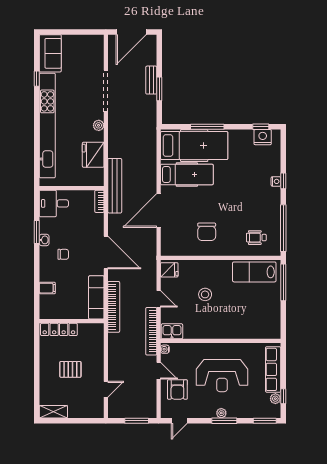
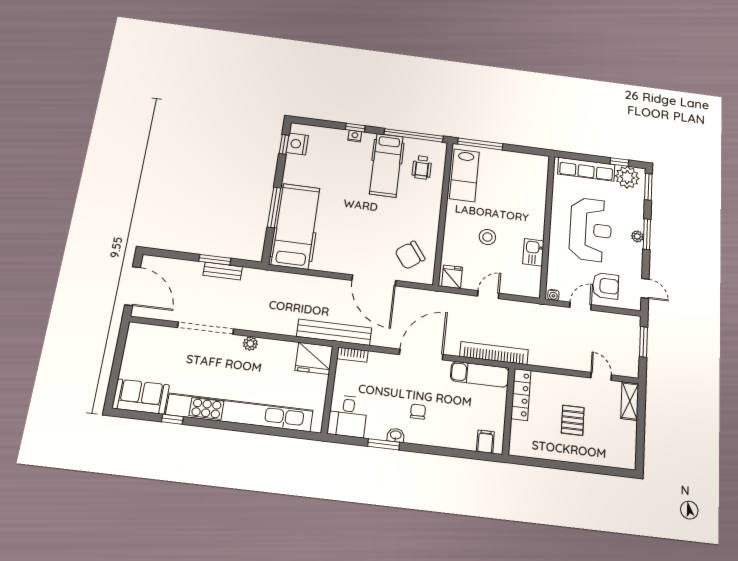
bench: (151, 80) -> (223, 271), moved
fridge: (93, 155) -> (314, 358), moved
hospital bed: (187, 174) -> (386, 165), moved, turned 180
chair: (207, 232) -> (410, 255), moved, turned 144
filing cabinet: (47, 288) -> (485, 442), moved
locker: (59, 329) -> (521, 394), moved
bookcase: (151, 331) -> (529, 309), removed
kitchen sink: (172, 331) -> (533, 252), moved
plant: (275, 399) -> (627, 177), width x1.87, depth x1.87
shelving: (53, 412) -> (630, 401), moved

